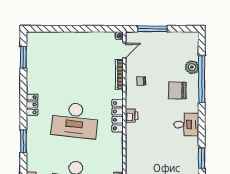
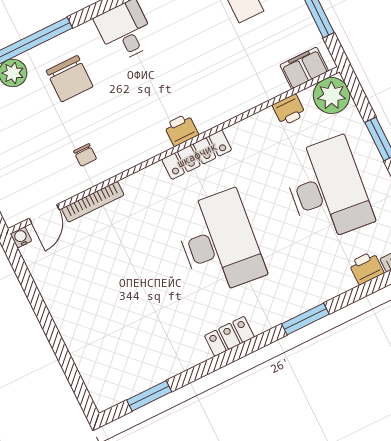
door: (124, 51) -> (44, 214), swing flipped
locker: (118, 116) -> (197, 155), moved
printer: (132, 116) -> (181, 130), moved

